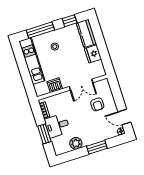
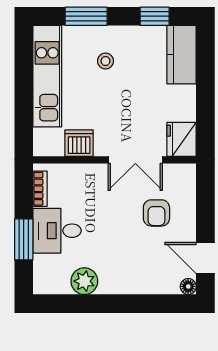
window: (40, 30) -> (86, 16), width x0.69
fridge: (93, 54) -> (182, 139), moved
window: (97, 147) -> (126, 304), removed

